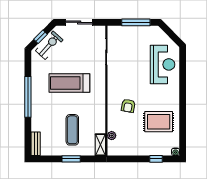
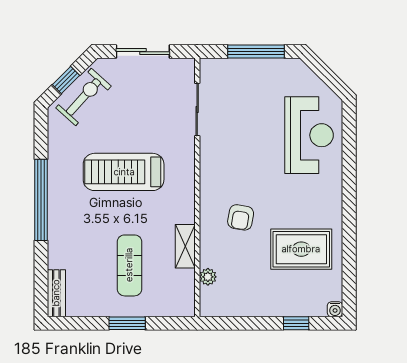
shelving: (100, 145) -> (185, 246), moved

